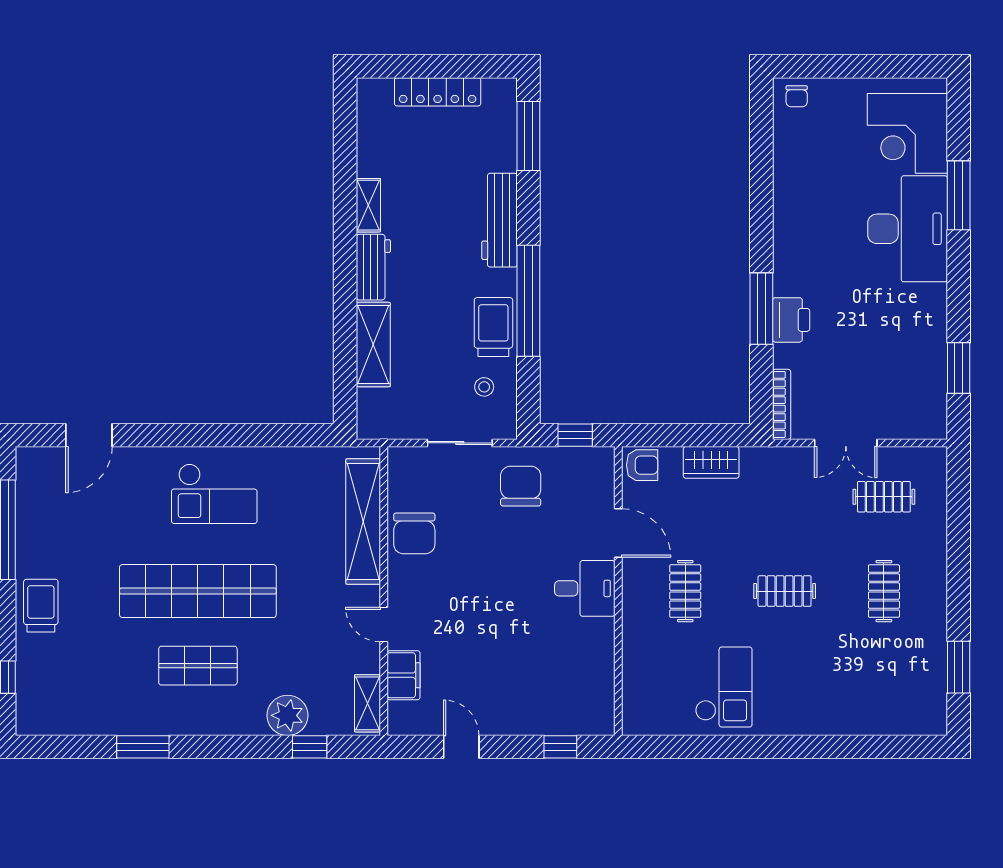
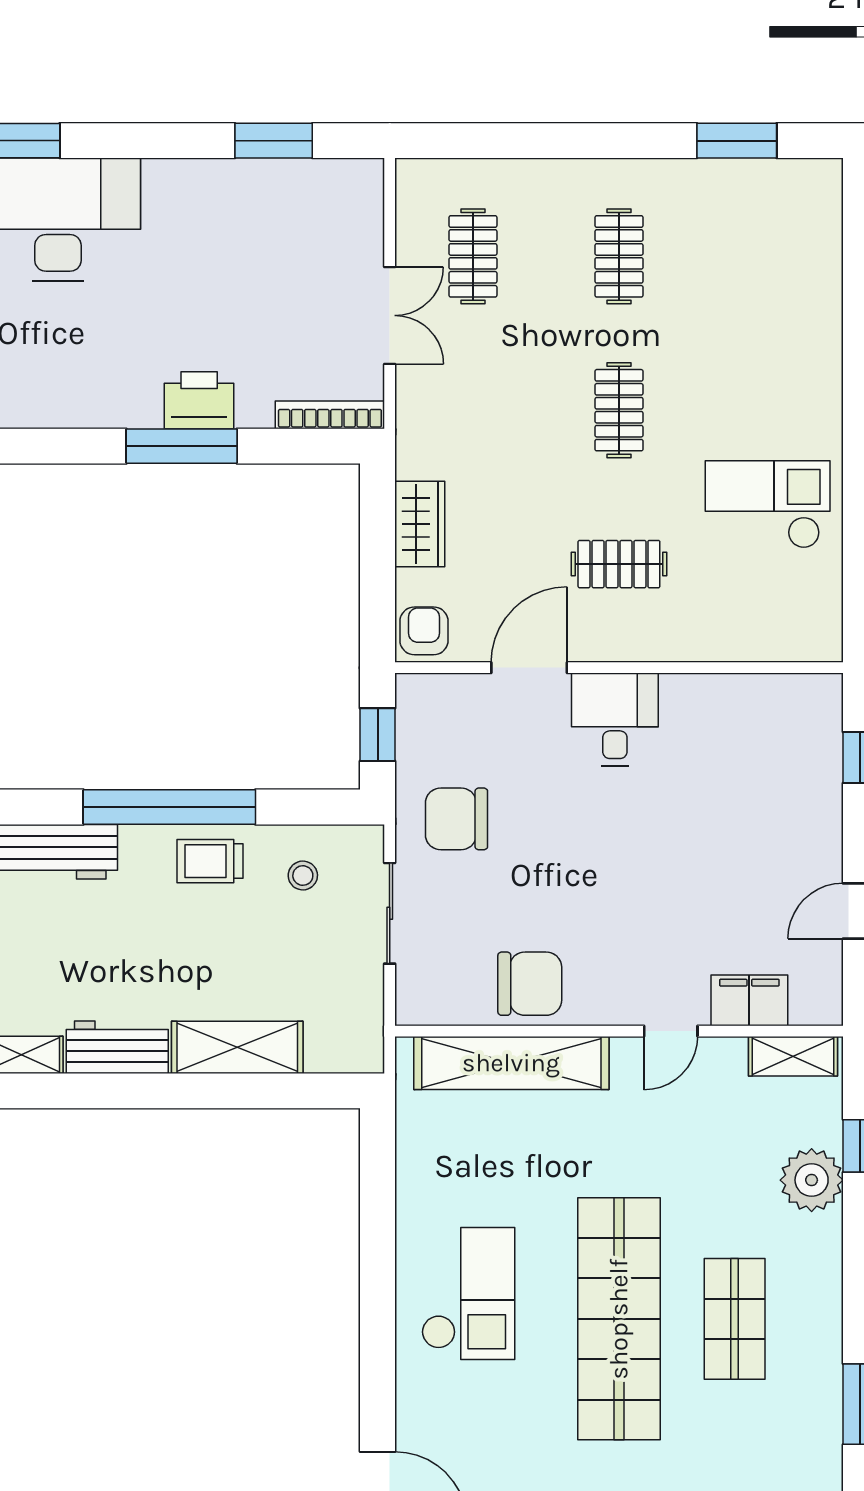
trolley: (493, 327) -> (210, 861), width x0.73, depth x0.72
clothes rail: (884, 591) -> (619, 256), turned 90

